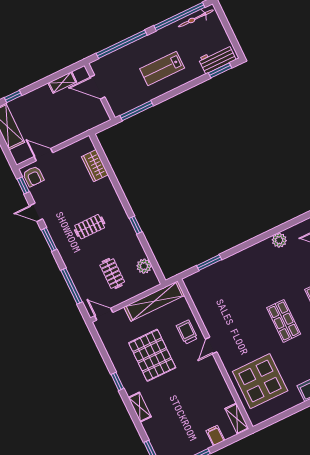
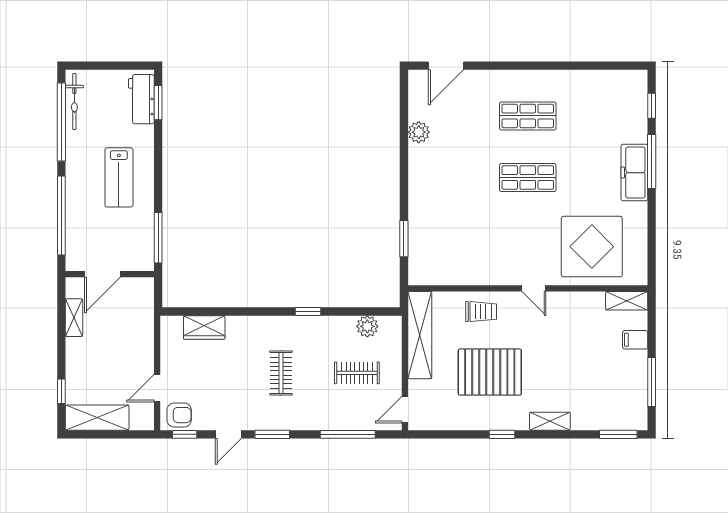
trolley: (187, 332) -> (481, 312), turned 180
door: (211, 345) -> (534, 288), moved

